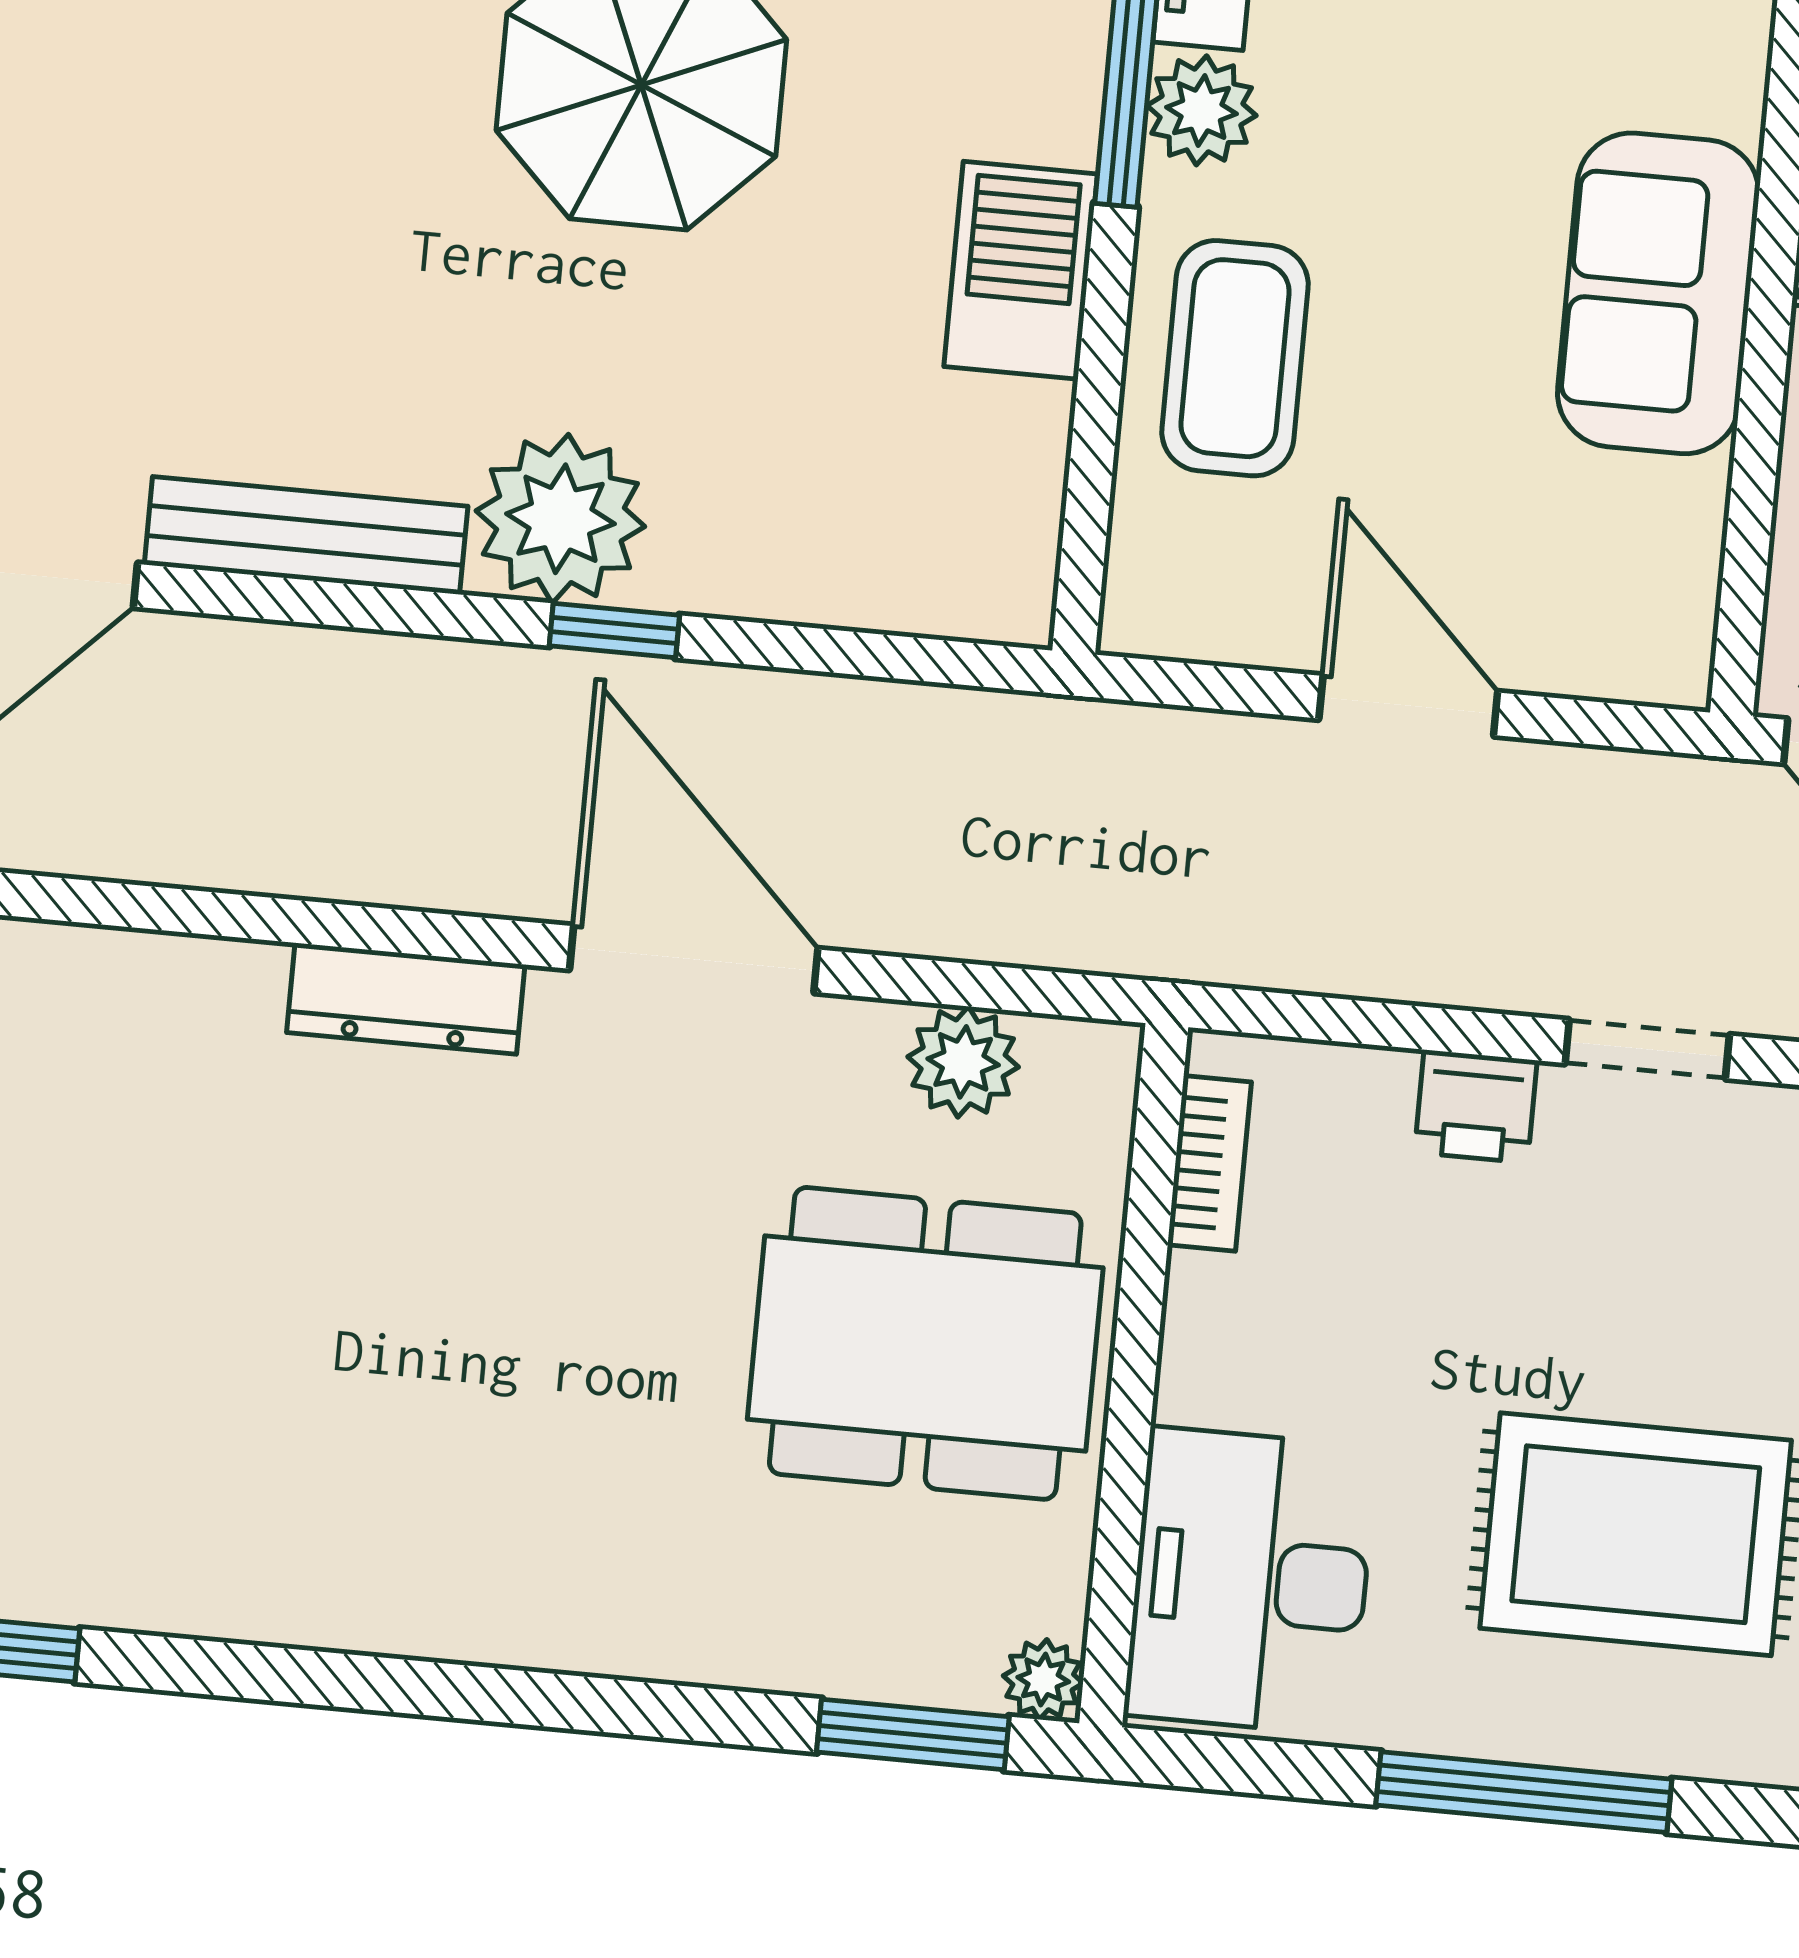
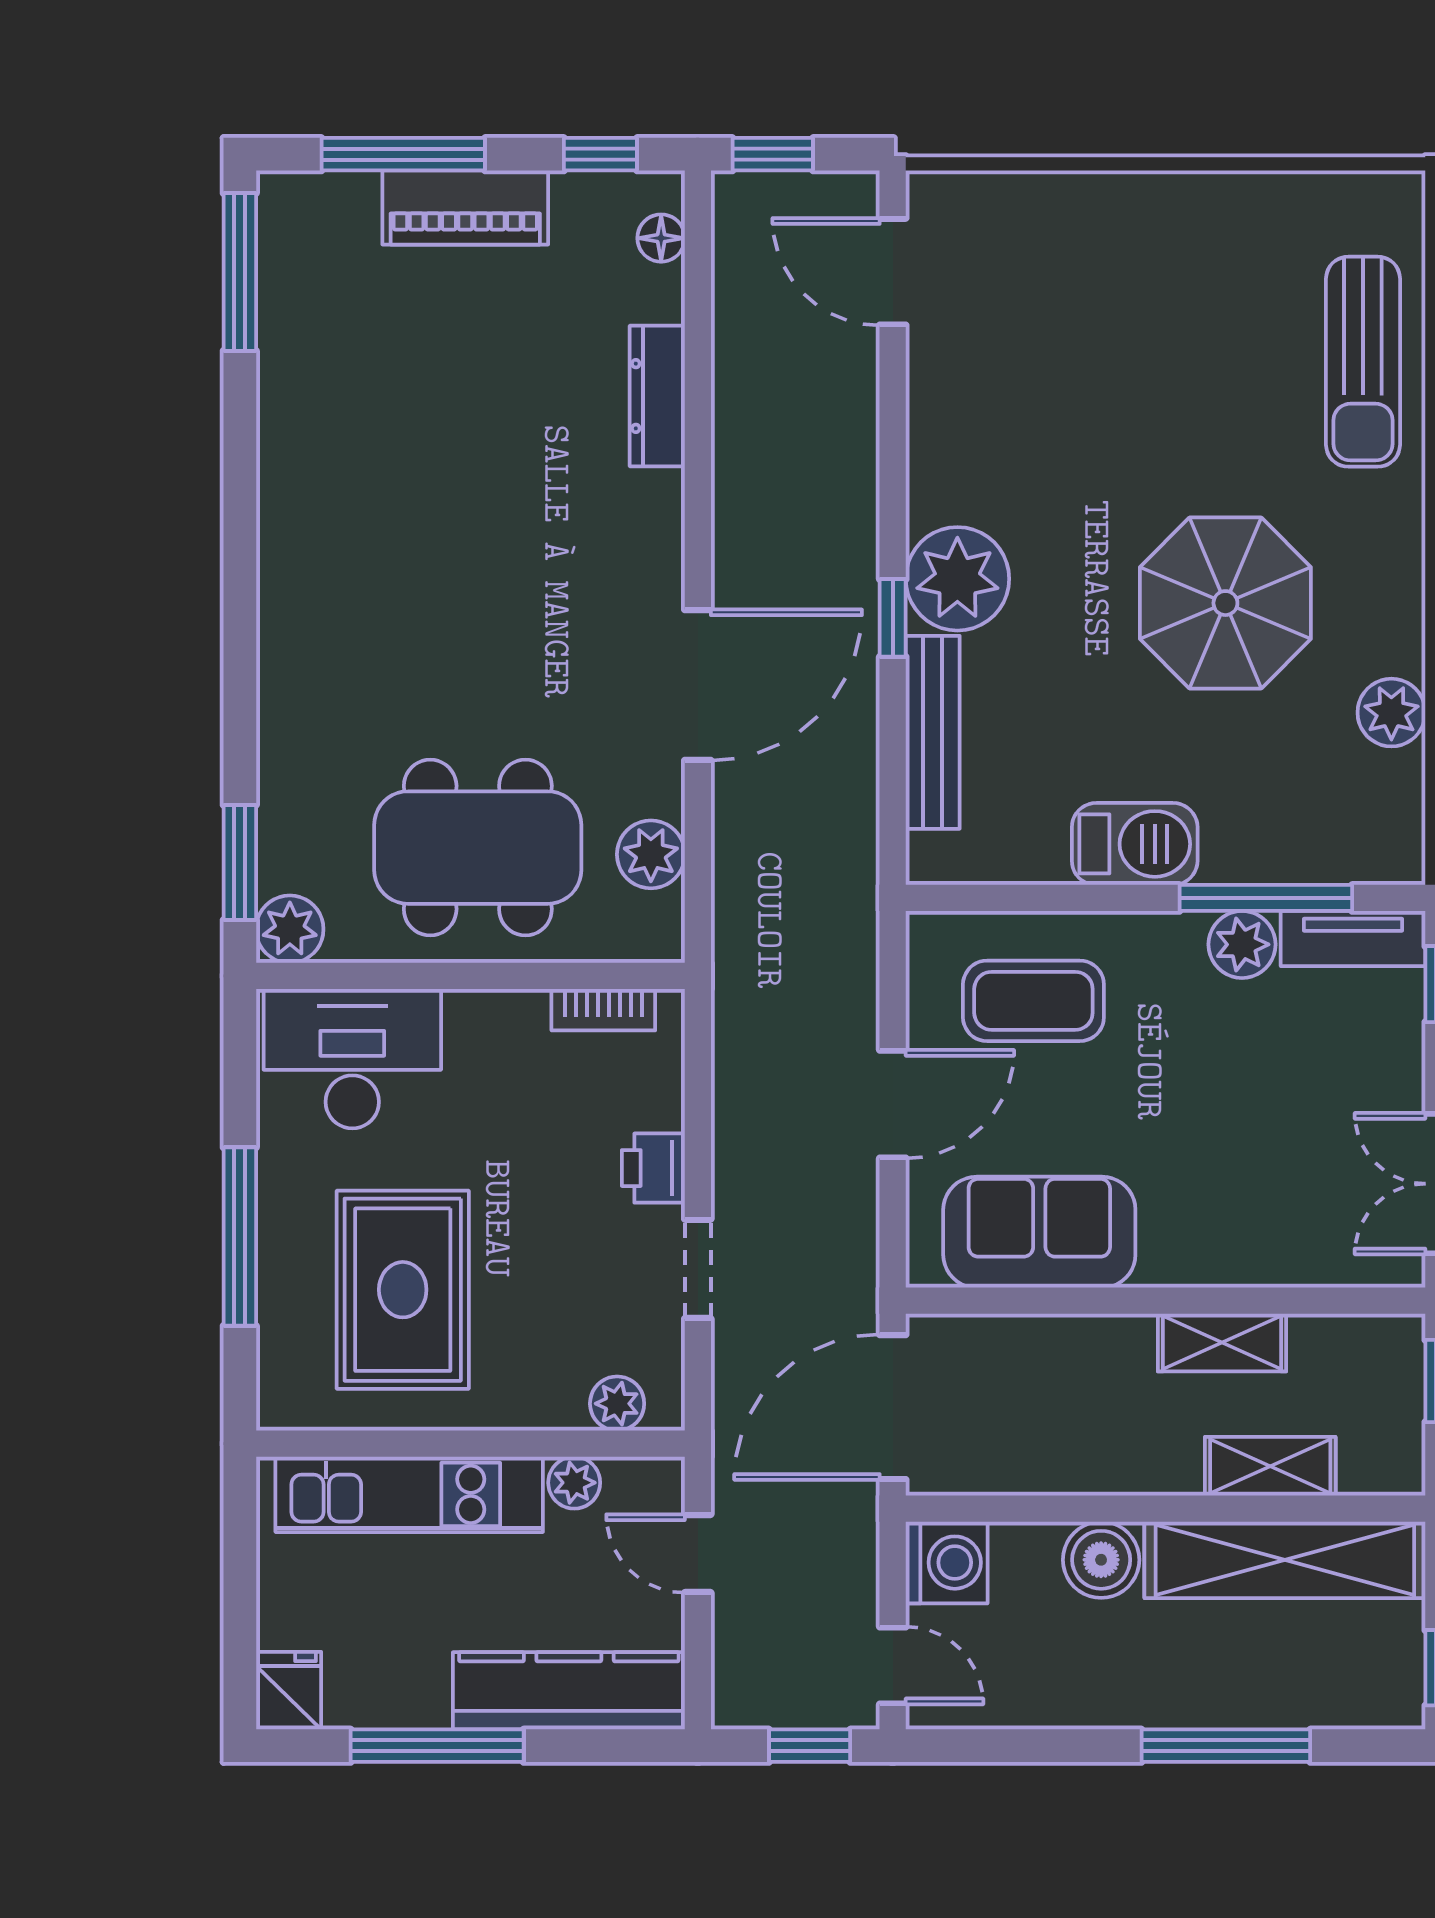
sofa: (1658, 293) -> (1039, 1232), moved
coffee table: (1235, 358) -> (1033, 1001), moved
bench: (306, 535) -> (933, 732), moved
dresser: (406, 999) -> (657, 396), moved
dining table: (925, 1343) -> (478, 848), turned 90
plant: (1043, 1680) -> (290, 929), width x1.38, depth x1.38

